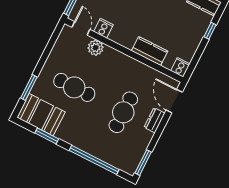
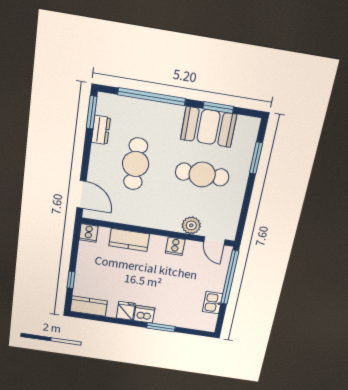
cooker: (103, 28) -> (175, 246), moved
booth: (41, 115) -> (209, 127), moved
dresser: (154, 120) -> (101, 130), moved

